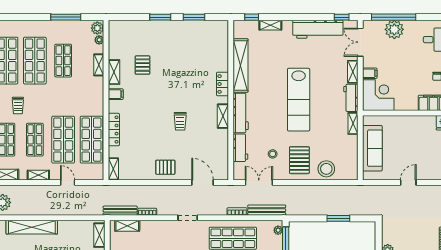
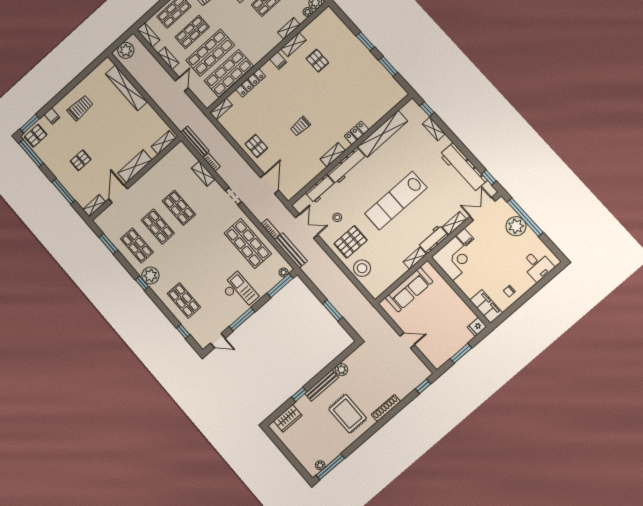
pallet: (142, 65) -> (317, 61), turned 90
shelving: (127, 226) -> (203, 174), moved

